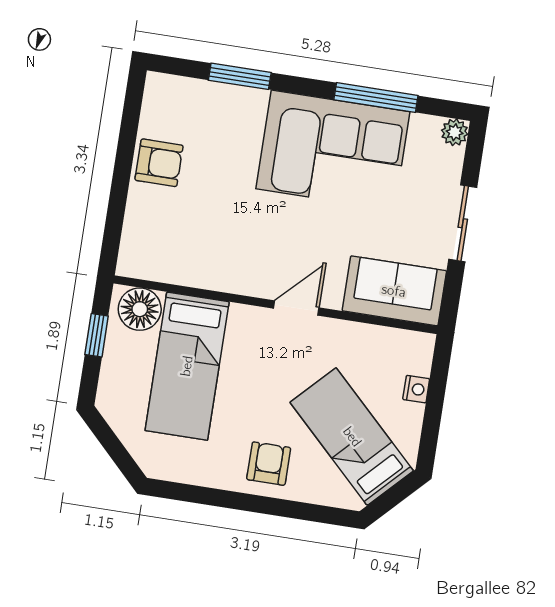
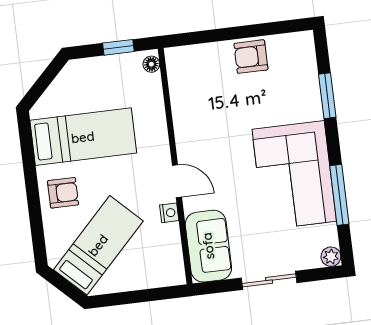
armchair: (159, 163) -> (251, 57), turned 90
floor lamp: (140, 309) -> (151, 64), width x0.53, depth x0.53
bed: (187, 366) -> (83, 137), moved, turned 180
nightstand: (416, 389) -> (169, 213), moved, turned -90

